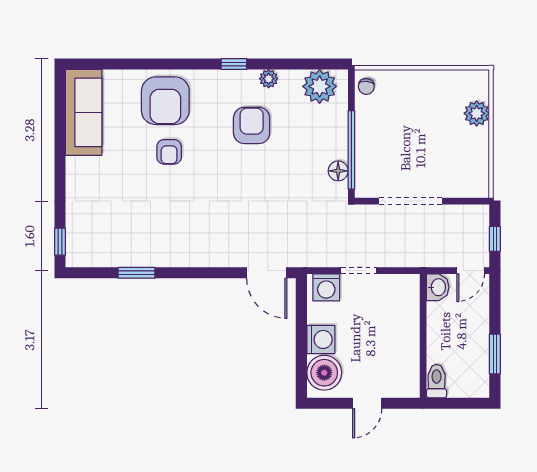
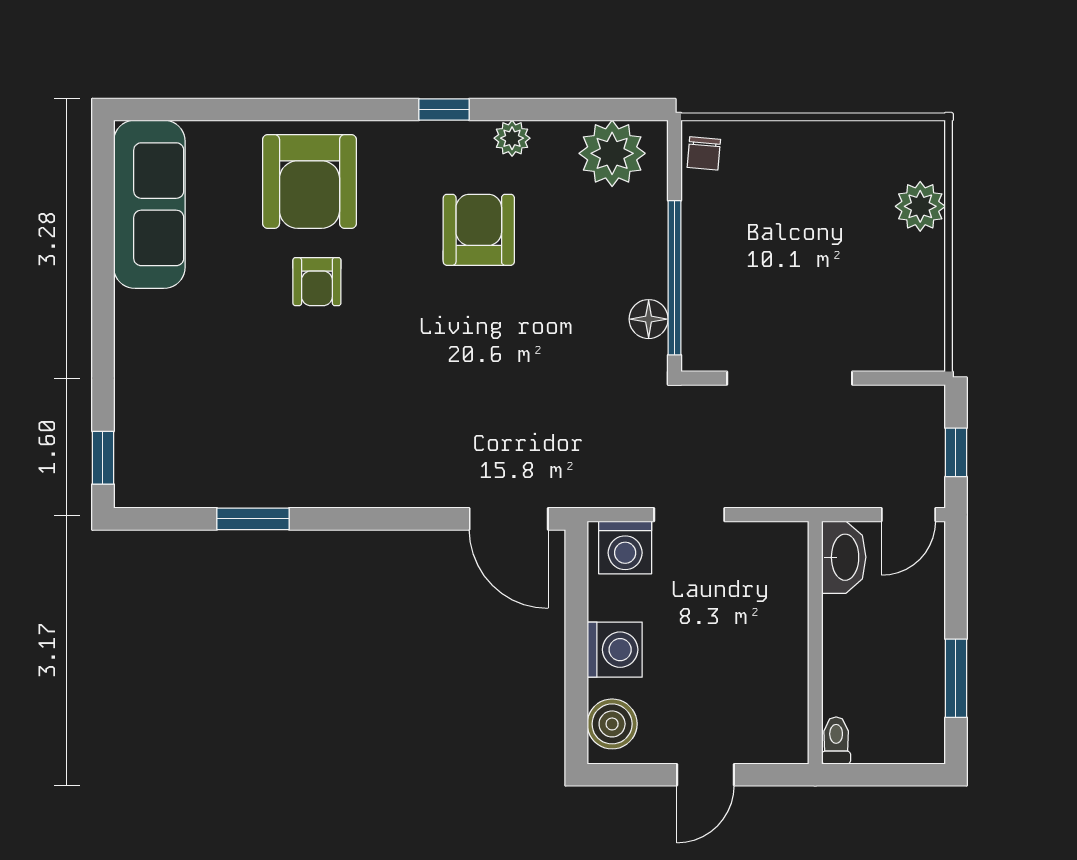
washbasin: (438, 287) -> (844, 557), width x1.38
boiler: (324, 373) -> (612, 724), width x0.73, depth x0.73
toilet: (437, 381) -> (836, 741), width x0.73, depth x0.72

